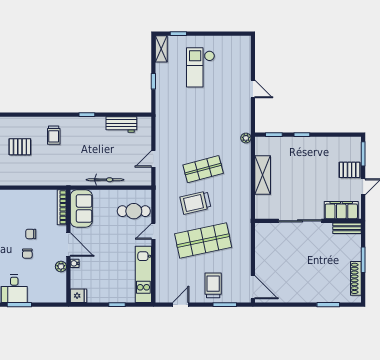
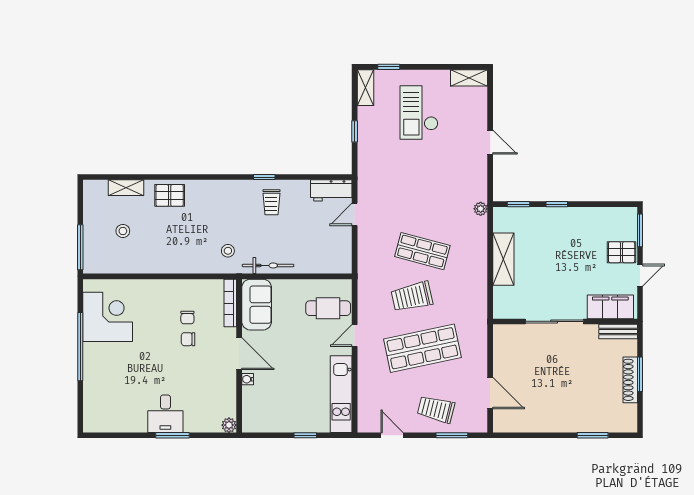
shelving: (237, 42) -> (469, 78), added
workbench: (121, 125) -> (331, 190), moved
trolley: (54, 135) -> (271, 202), moved
pallet: (20, 147) -> (170, 195), moved
door: (153, 159) -> (355, 214), moved
stool: (60, 169) -> (228, 251), added
shop shelf: (203, 169) -> (422, 251), turned 30
bicycle: (105, 180) -> (268, 265), moved
chair: (27, 254) -> (187, 317), moved
plant: (61, 266) -> (229, 425), moved
shoe rack: (356, 278) -> (630, 380), moved
trolley: (213, 285) -> (436, 409), turned -76
door: (253, 287) -> (490, 393), moved
fridge: (79, 296) -> (253, 423), removed
door: (181, 305) -> (392, 435), hinge flipped

